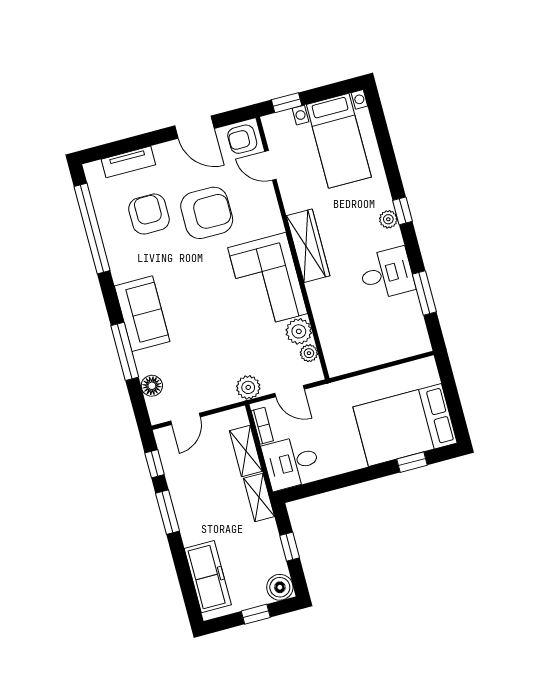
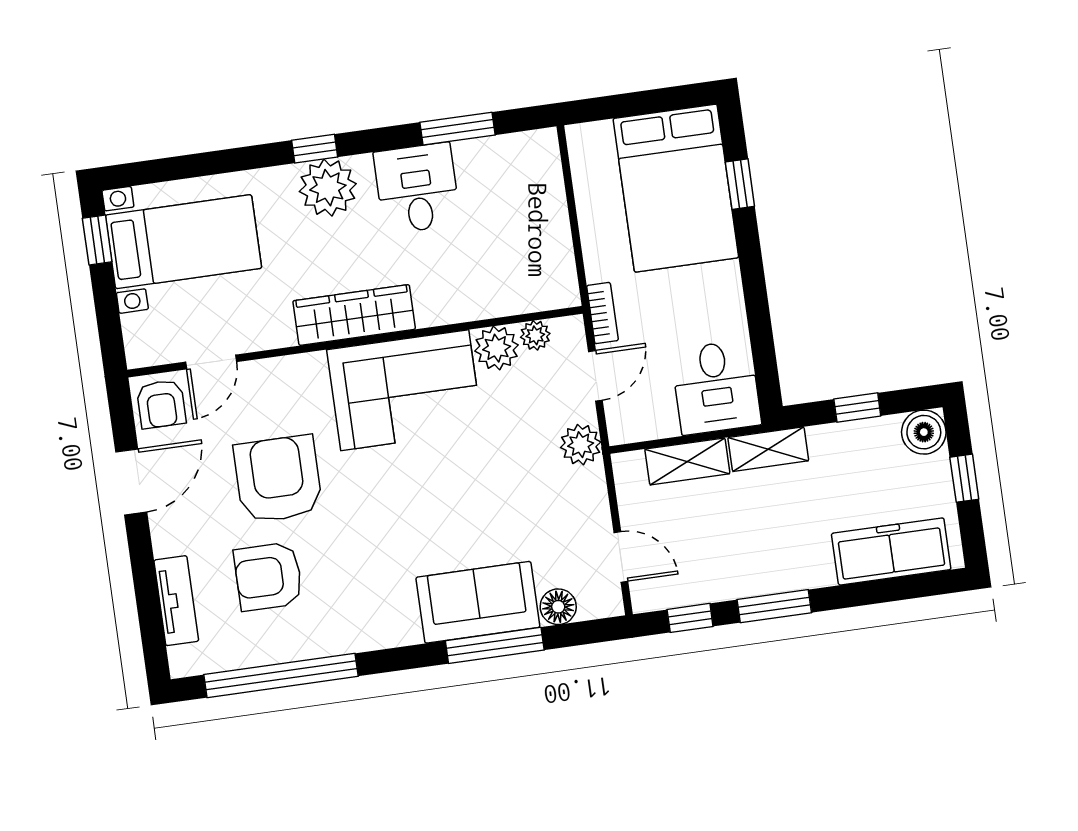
window: (287, 103) -> (97, 240), moved
plant: (388, 219) -> (328, 188), width x1.88, depth x1.88
sofa: (142, 314) -> (478, 602), moved
bookcase: (262, 426) -> (602, 313), moved, turned 90

